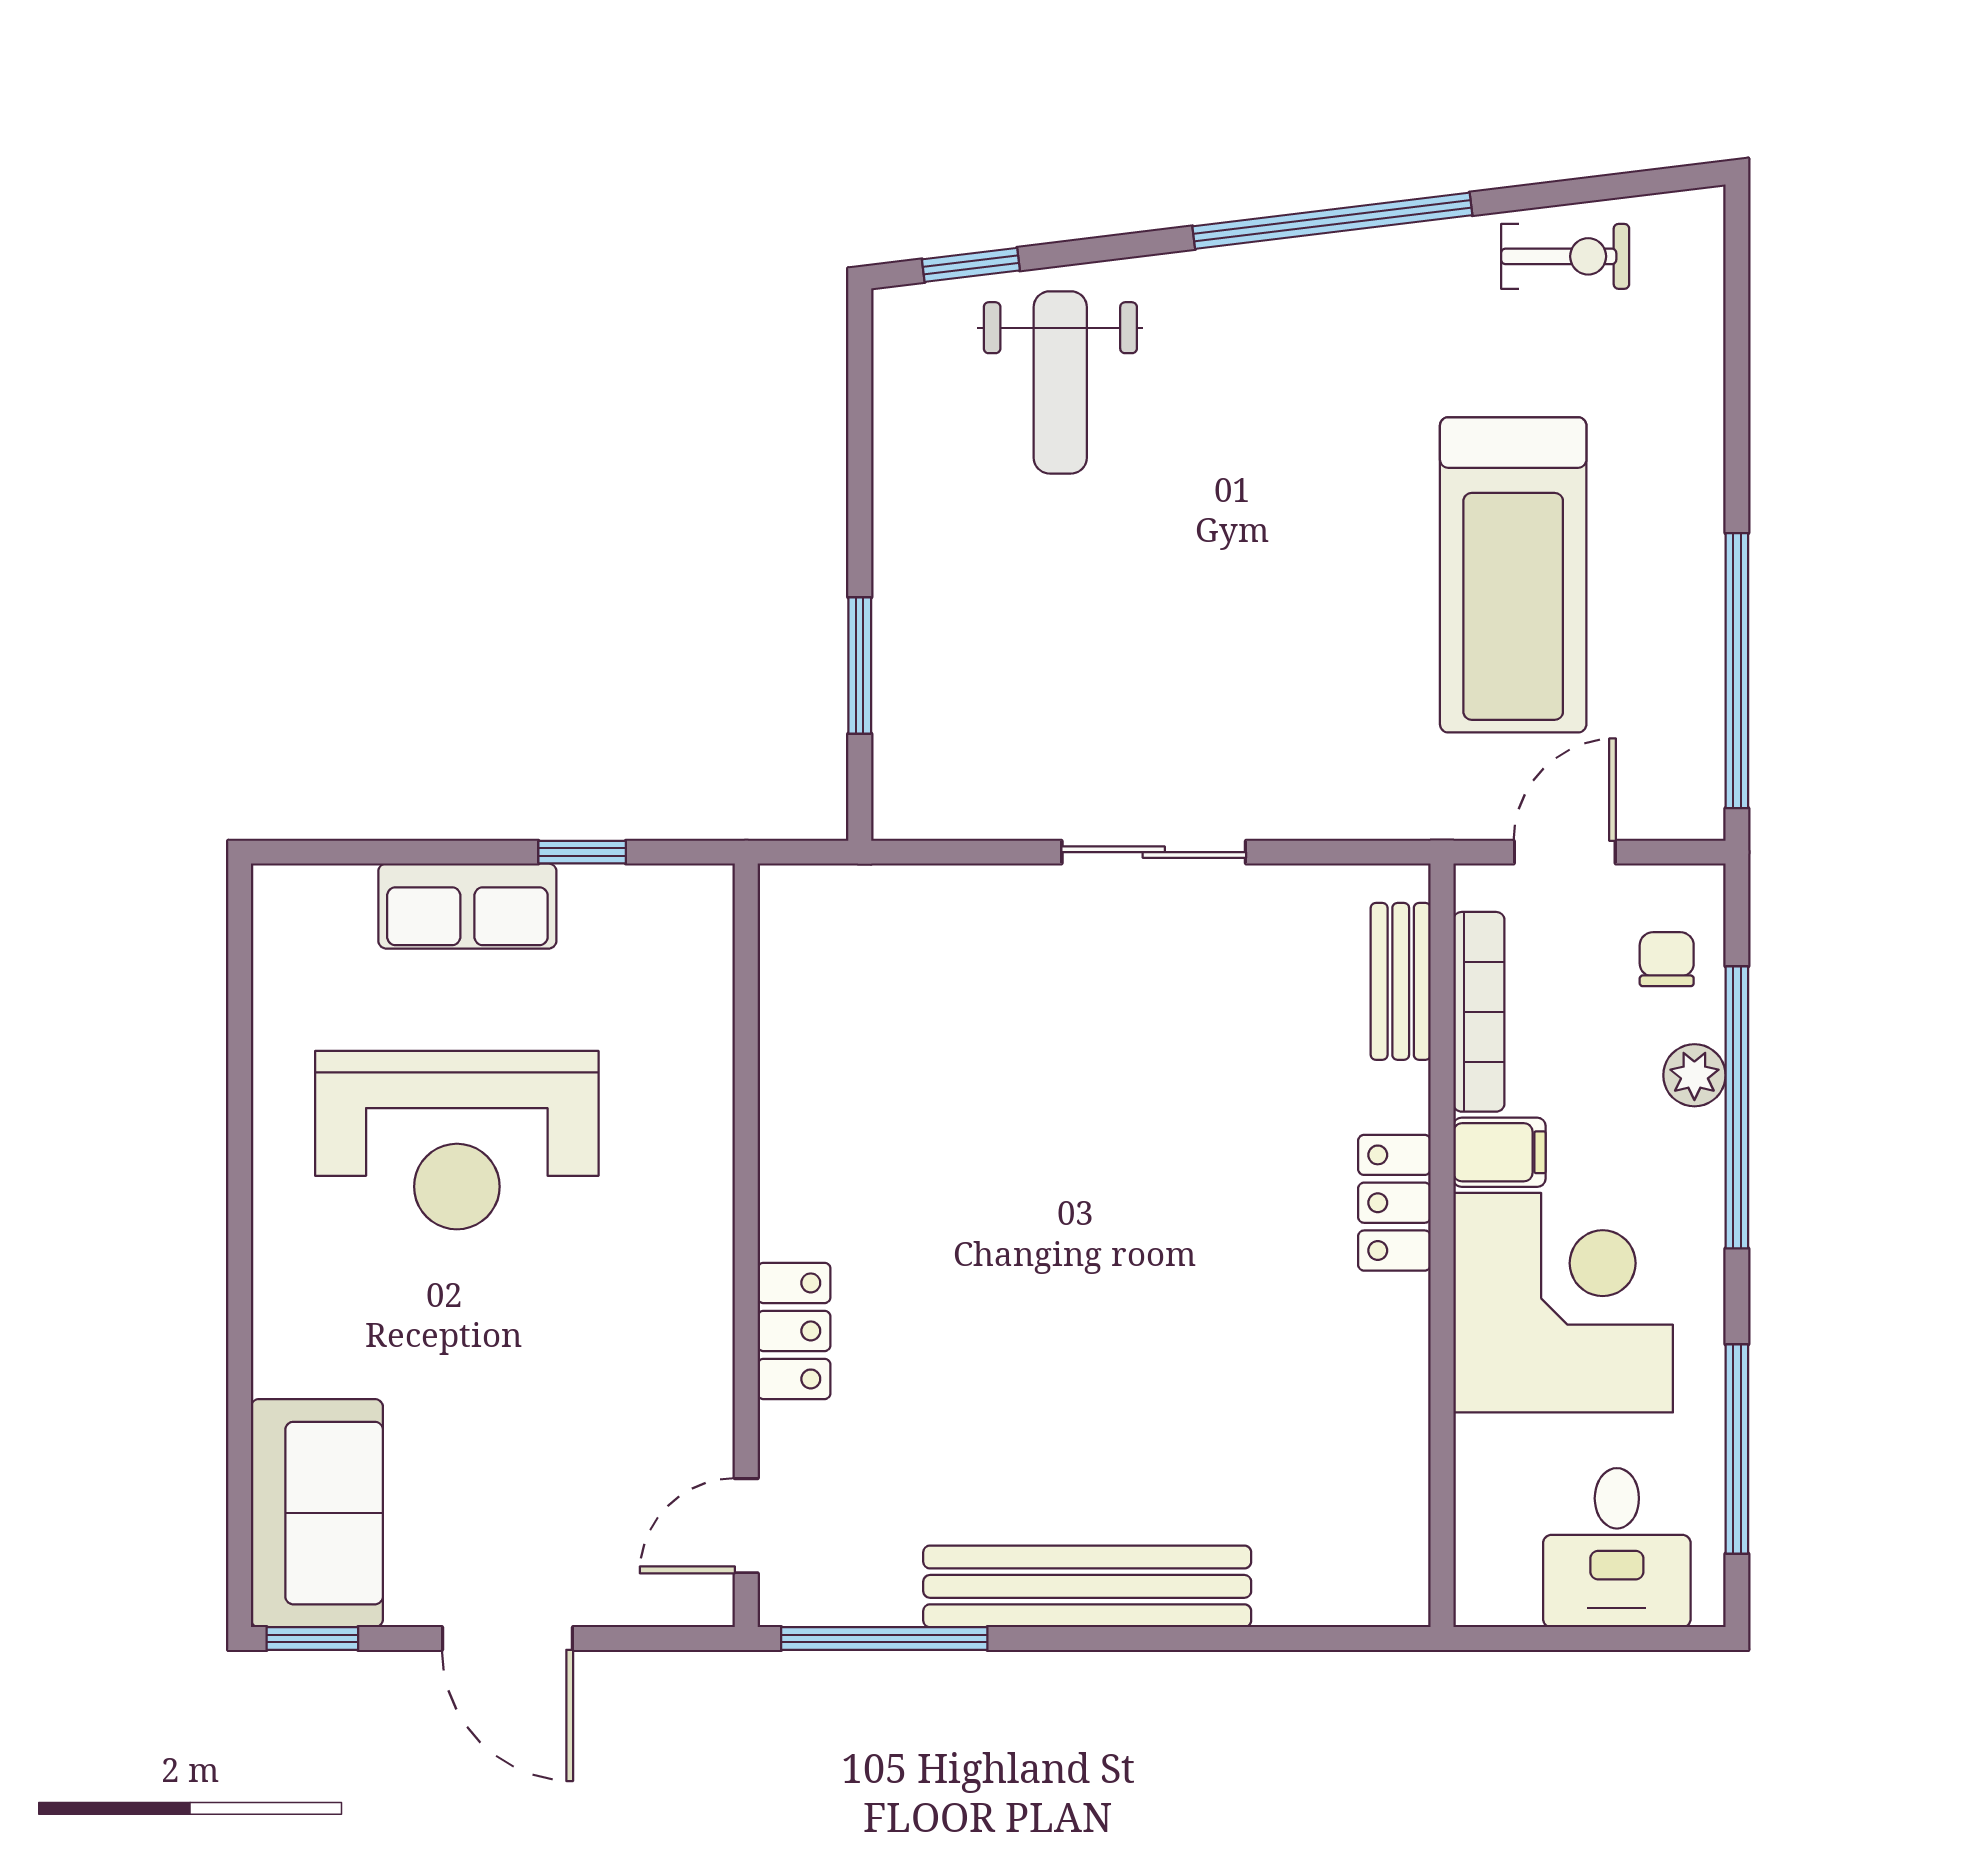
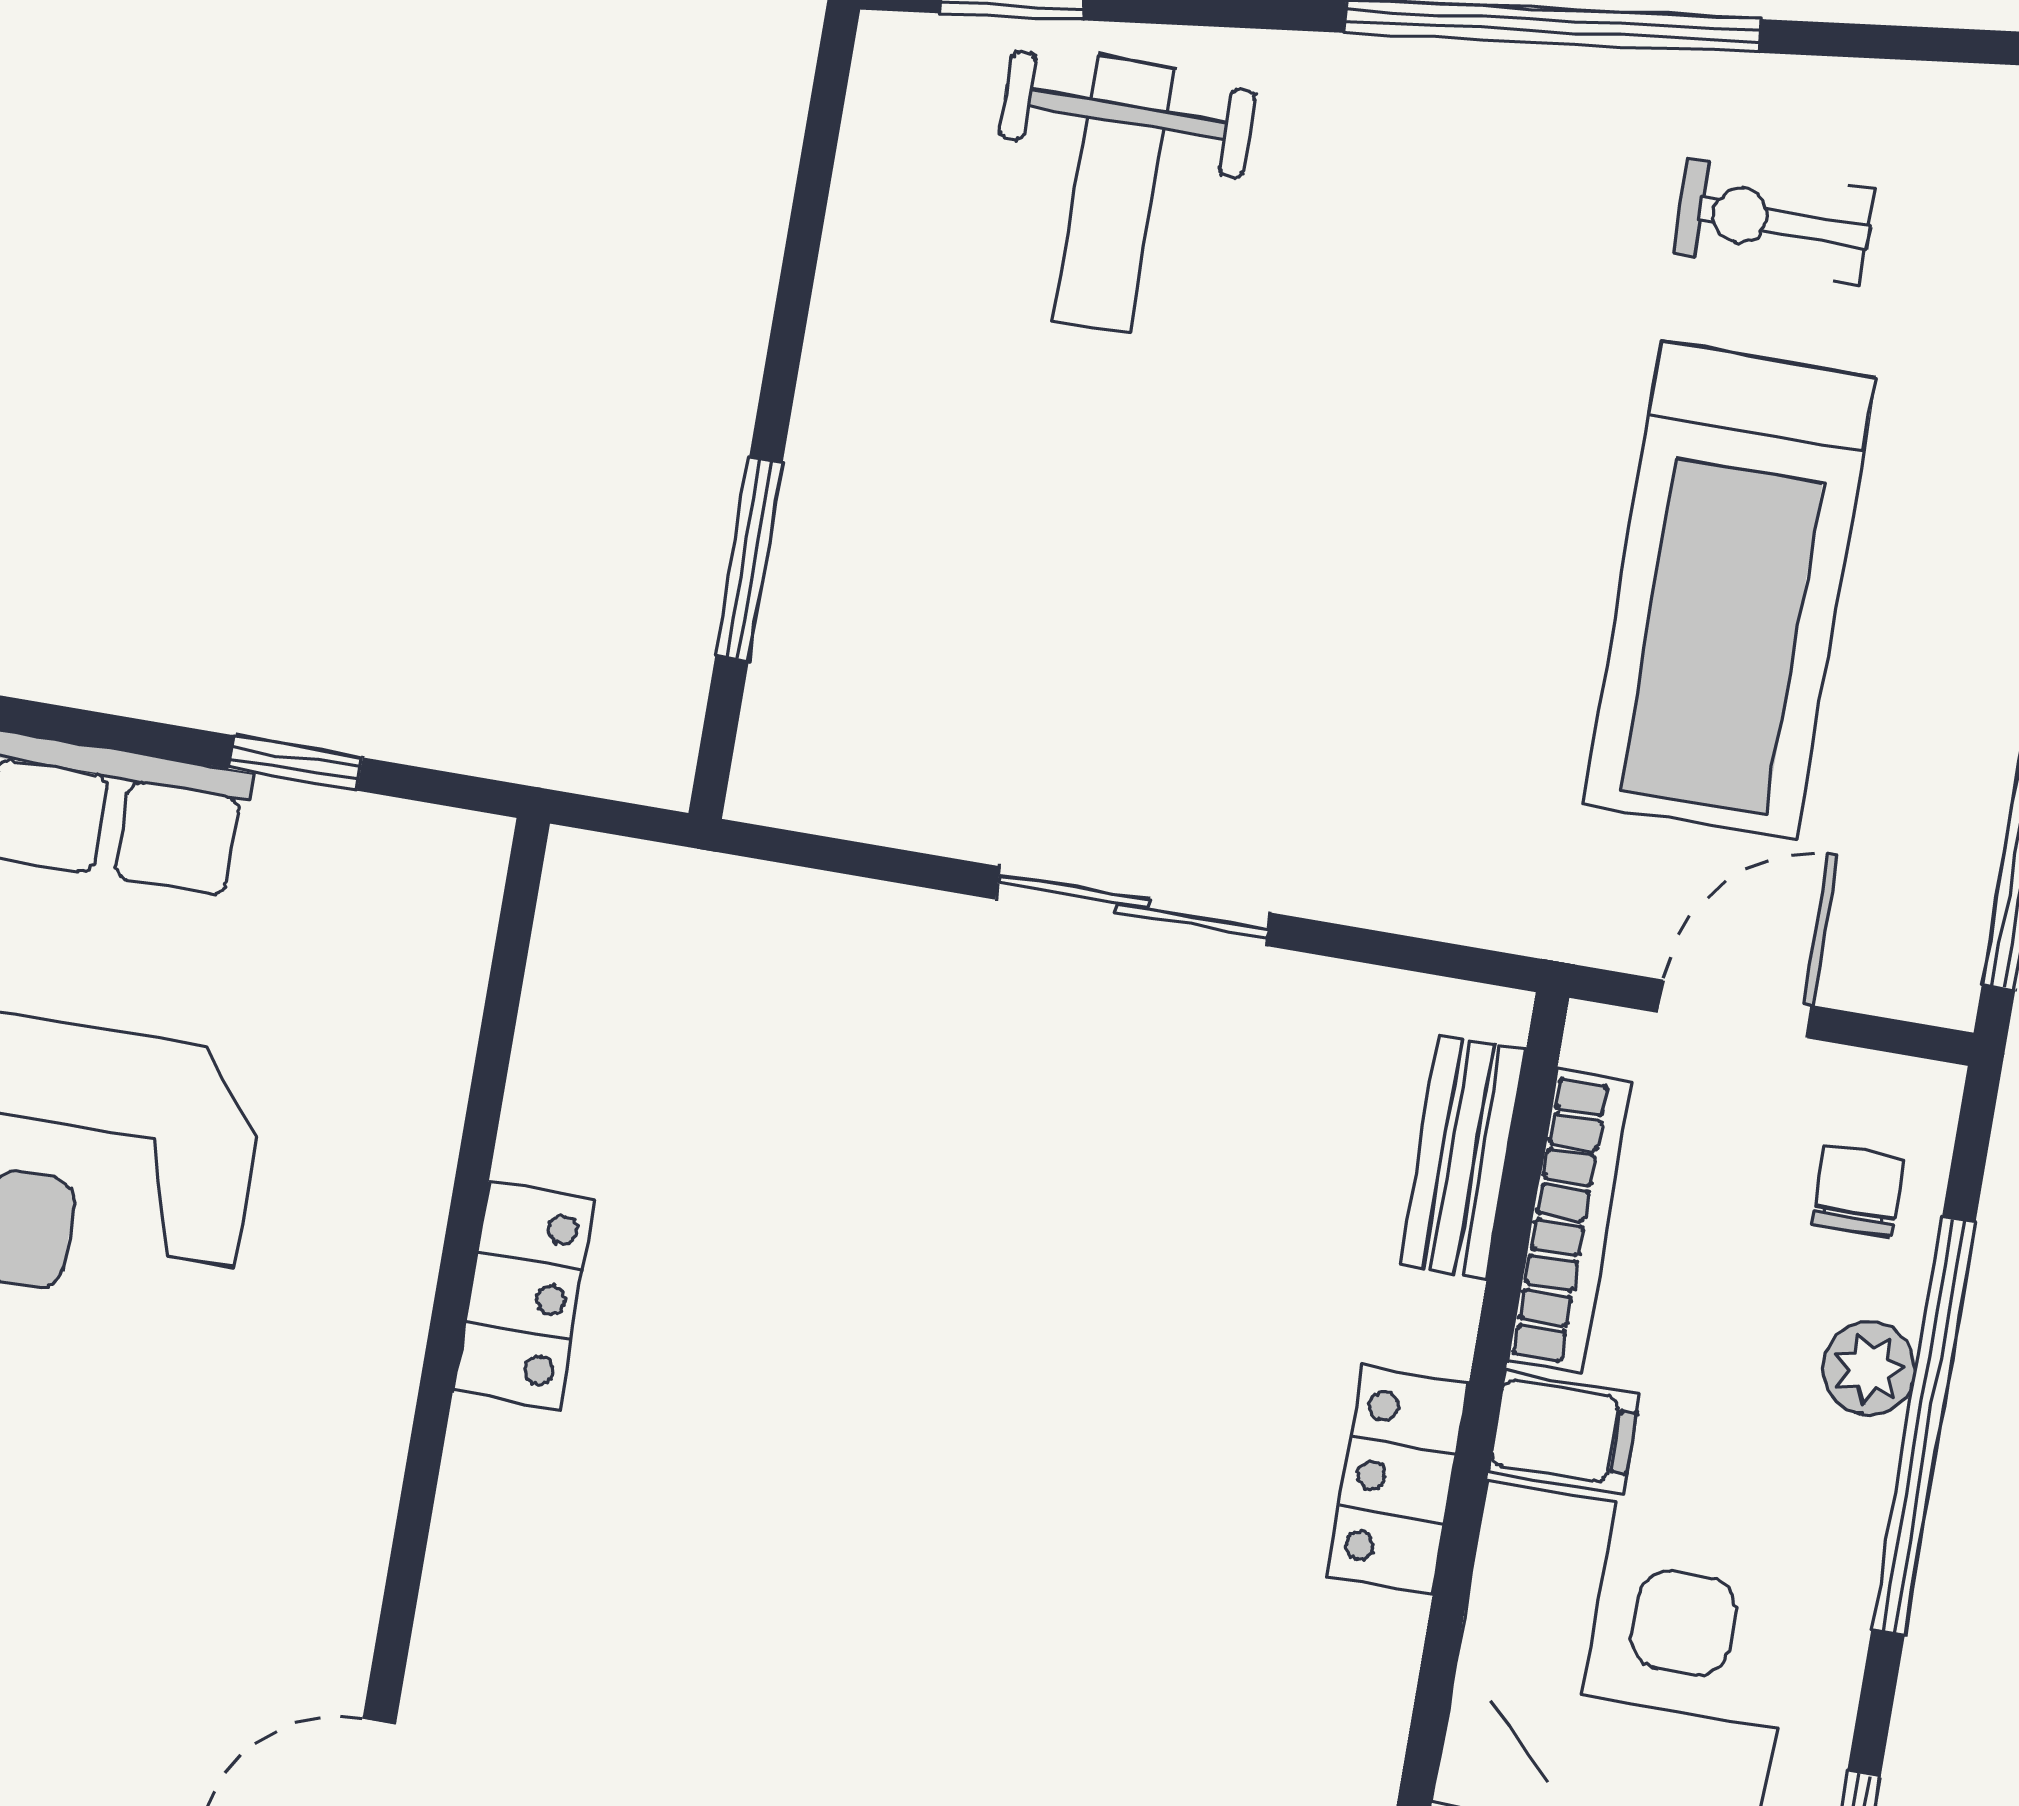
exercise bike: (1565, 256) -> (1774, 221), moved, turned 180
locker: (794, 1331) -> (524, 1296), moved

